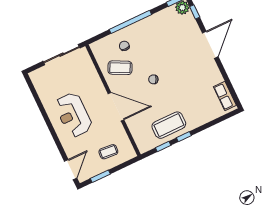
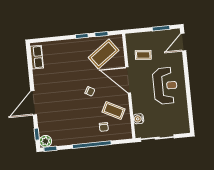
water cooler: (90, 68) -> (138, 119), added
coffee table: (169, 125) -> (104, 54), moved, turned -36
coffee table: (108, 152) -> (143, 55), moved

